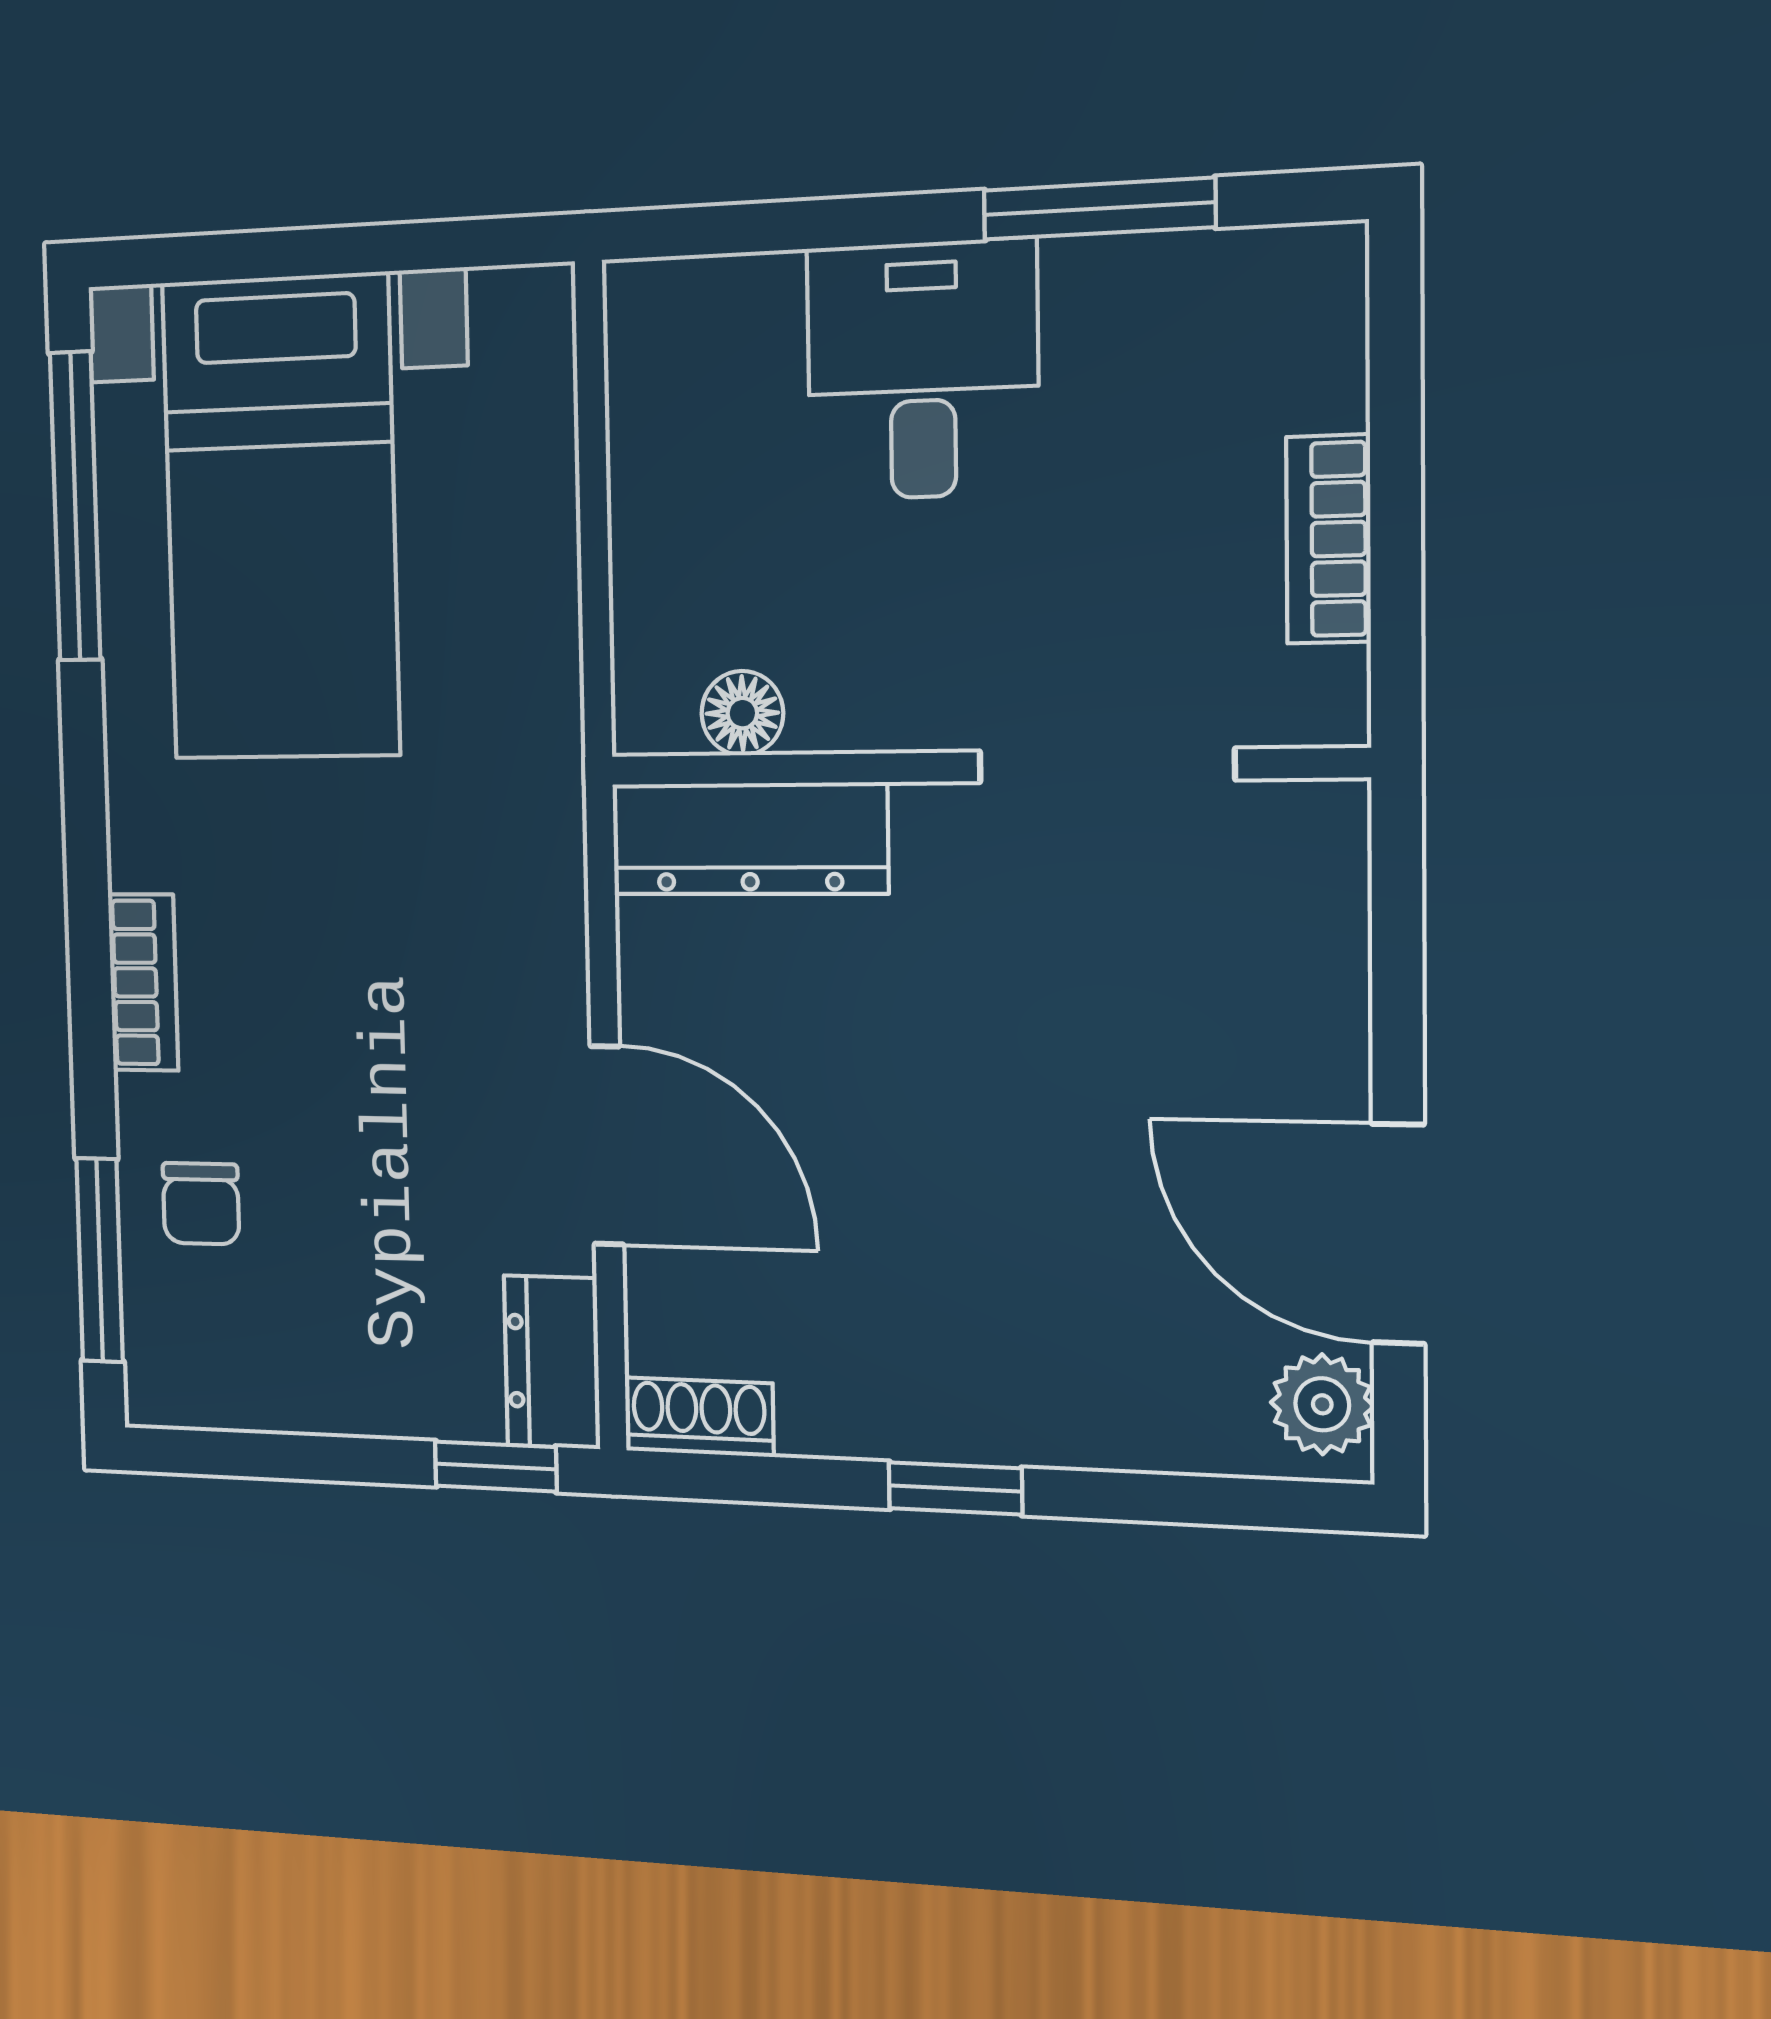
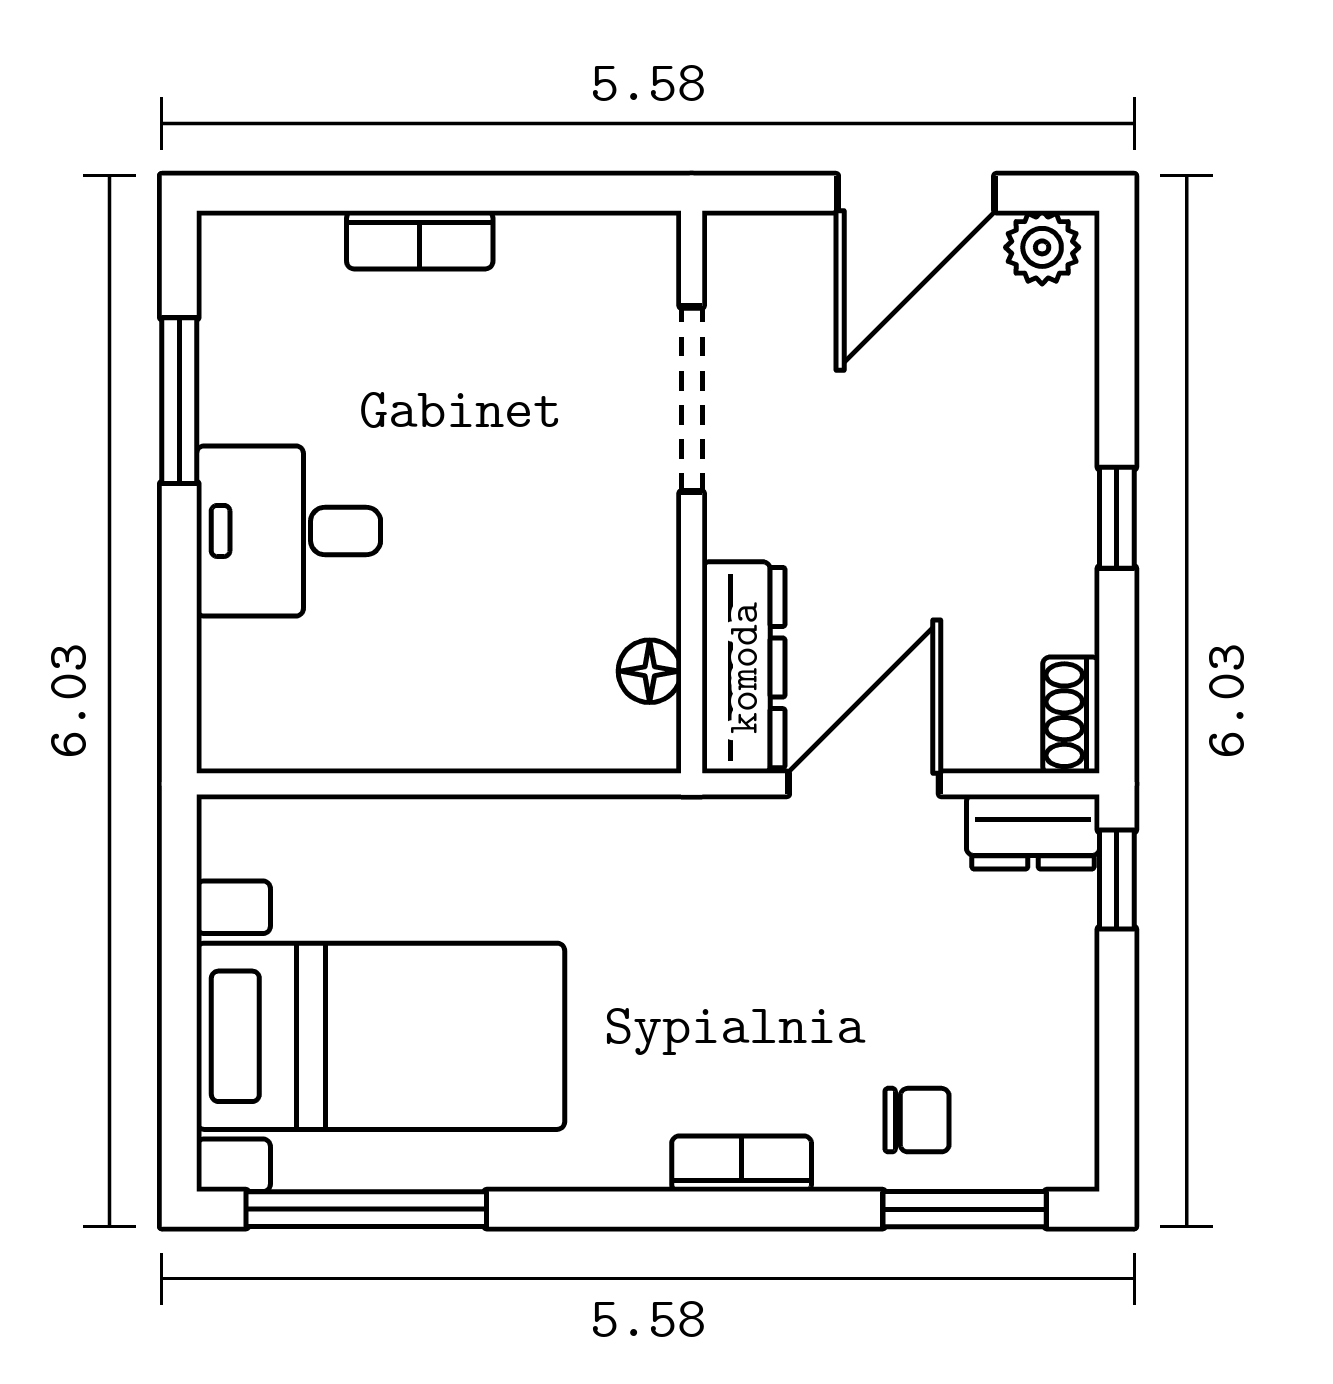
floor lamp: (742, 713) -> (650, 671), moved
doorway: (1106, 765) -> (692, 399), moved
wall: (980, 767) -> (692, 492), moved
dresser: (749, 839) -> (744, 668), moved

